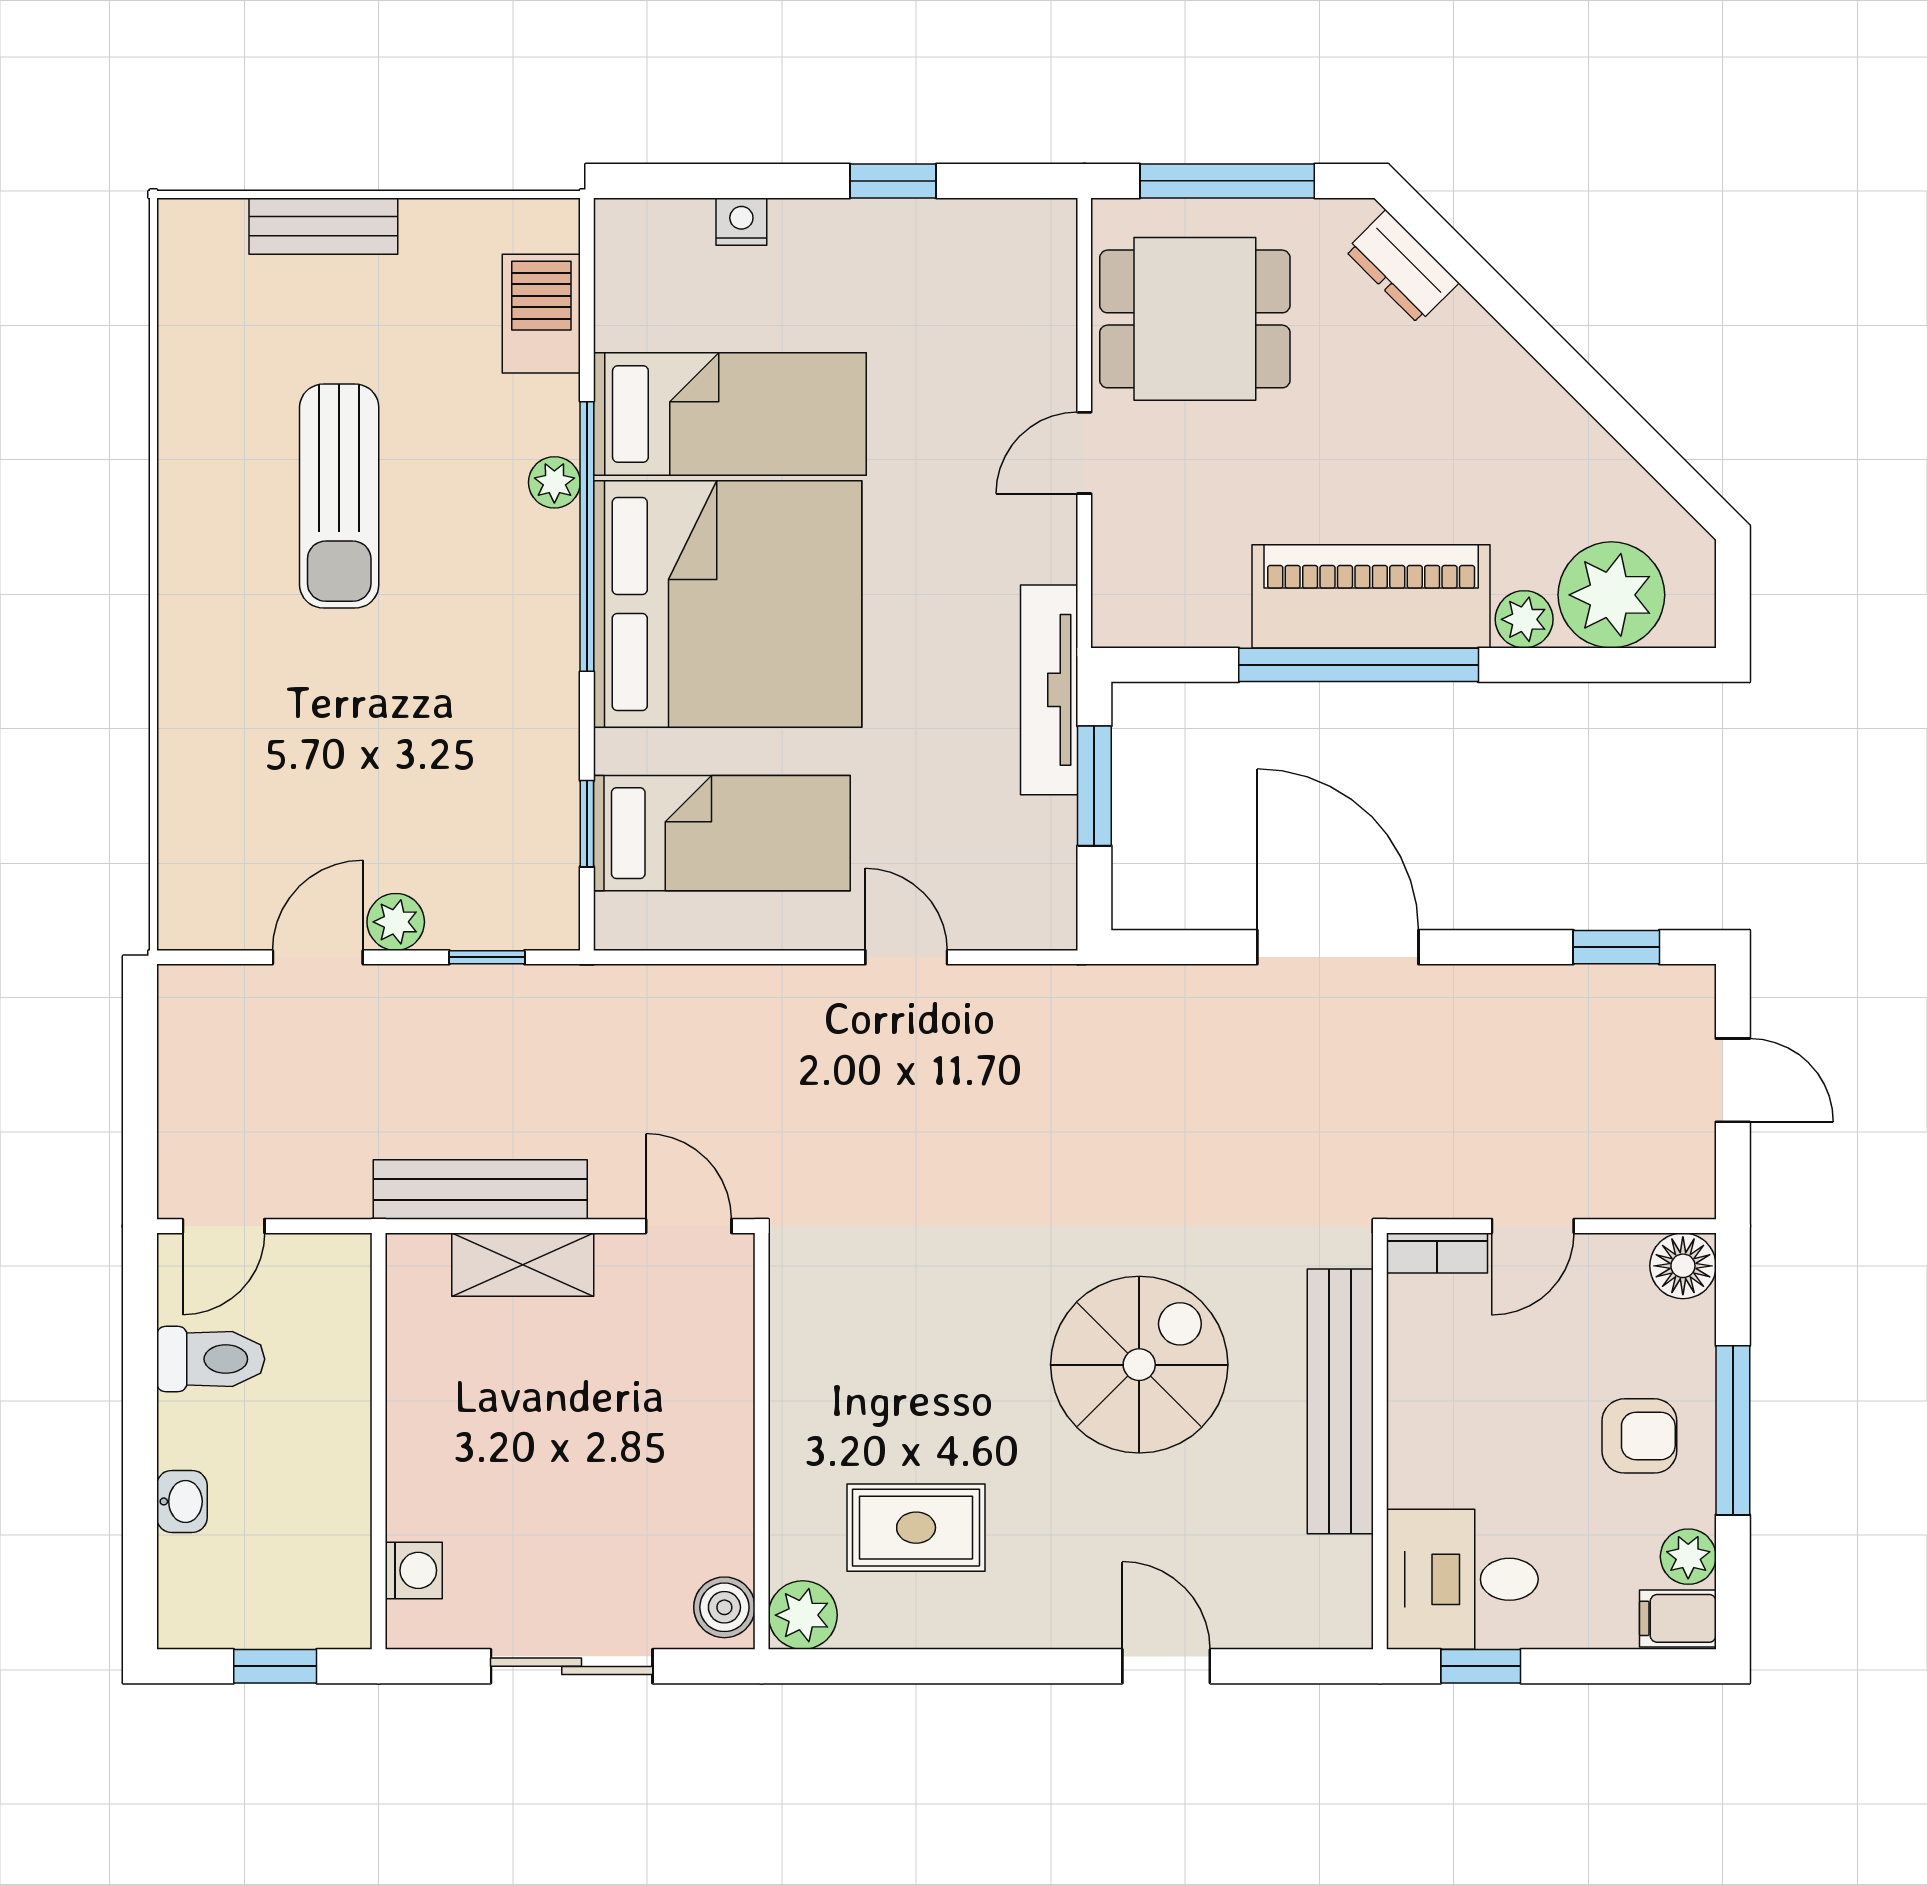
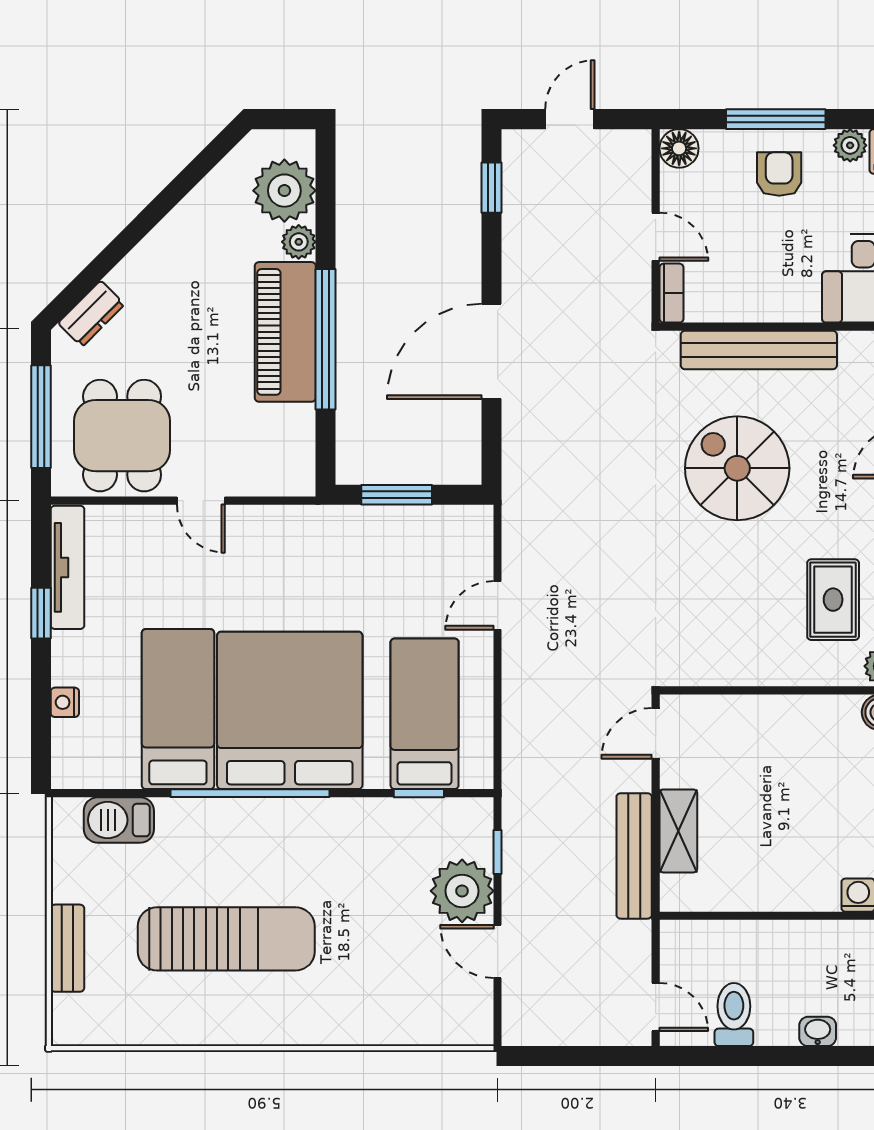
plant: (554, 482) -> (218, 812), removed
sun lounger: (339, 496) -> (226, 939), width x1.36, depth x1.34
tv unit: (1049, 690) -> (68, 567), moved, turned -90
plant: (396, 922) -> (462, 891), width x1.88, depth x1.88

